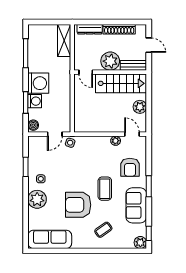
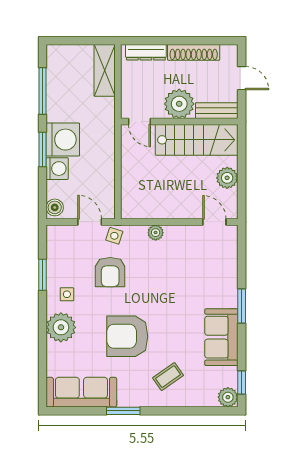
window: (26, 102) -> (42, 149), moved
door: (55, 134) -> (90, 222), swing flipped
plant: (116, 141) -> (156, 233), moved
armchair: (130, 167) -> (110, 272), moved
coffee table: (105, 189) -> (170, 310), removed
window: (76, 251) -> (123, 411), added

